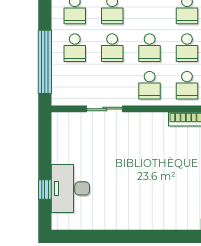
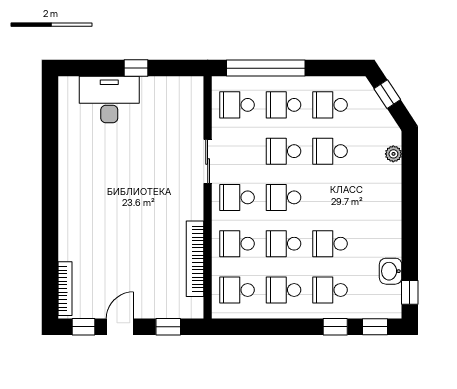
school desk: (75, 85) -> (237, 105), added
sliding door: (105, 109) -> (208, 161), moved
window: (45, 189) -> (136, 68), moved

